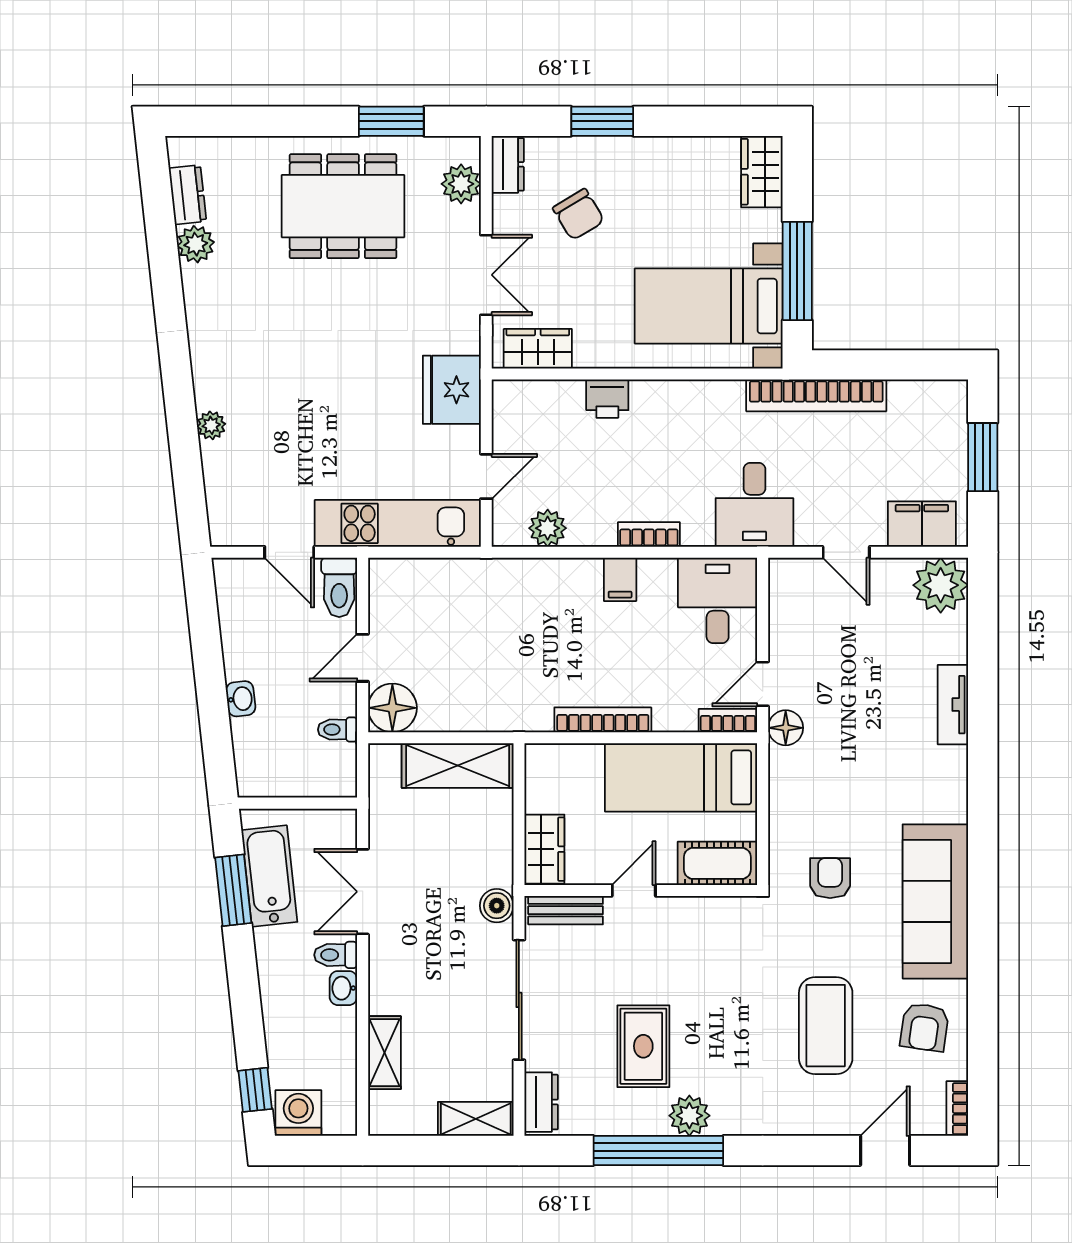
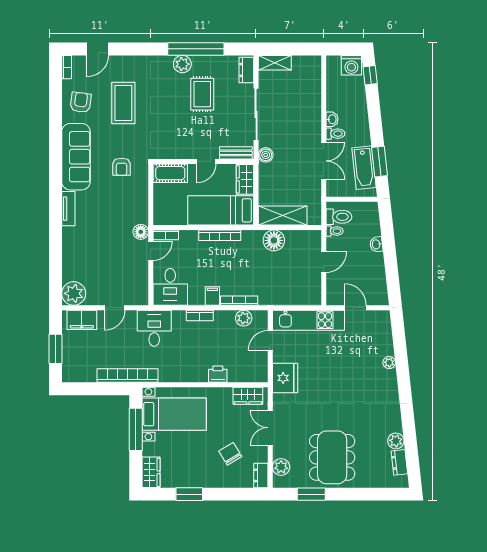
window: (602, 121) -> (189, 494), moved
dining table: (343, 206) -> (332, 457), turned 90
door: (846, 552) -> (115, 308), swing flipped
bookcase: (558, 569) -> (239, 301), added
toilet: (339, 587) -> (339, 217), moved, turned 90
tv unit: (953, 705) -> (68, 209), moved
floor lamp: (392, 708) -> (274, 240), moved
bed: (681, 777) -> (221, 210), moved, turned 180
shelving: (384, 1053) -> (314, 91), removed

